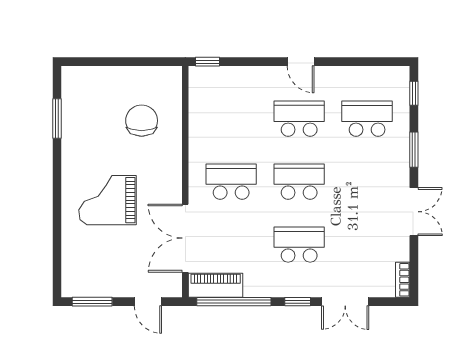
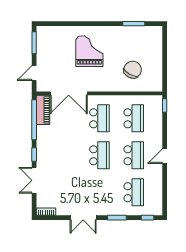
chair: (142, 121) -> (133, 70), turned -61
double door: (185, 238) -> (69, 93), swing flipped
school desk: (299, 245) -> (134, 118), moved

